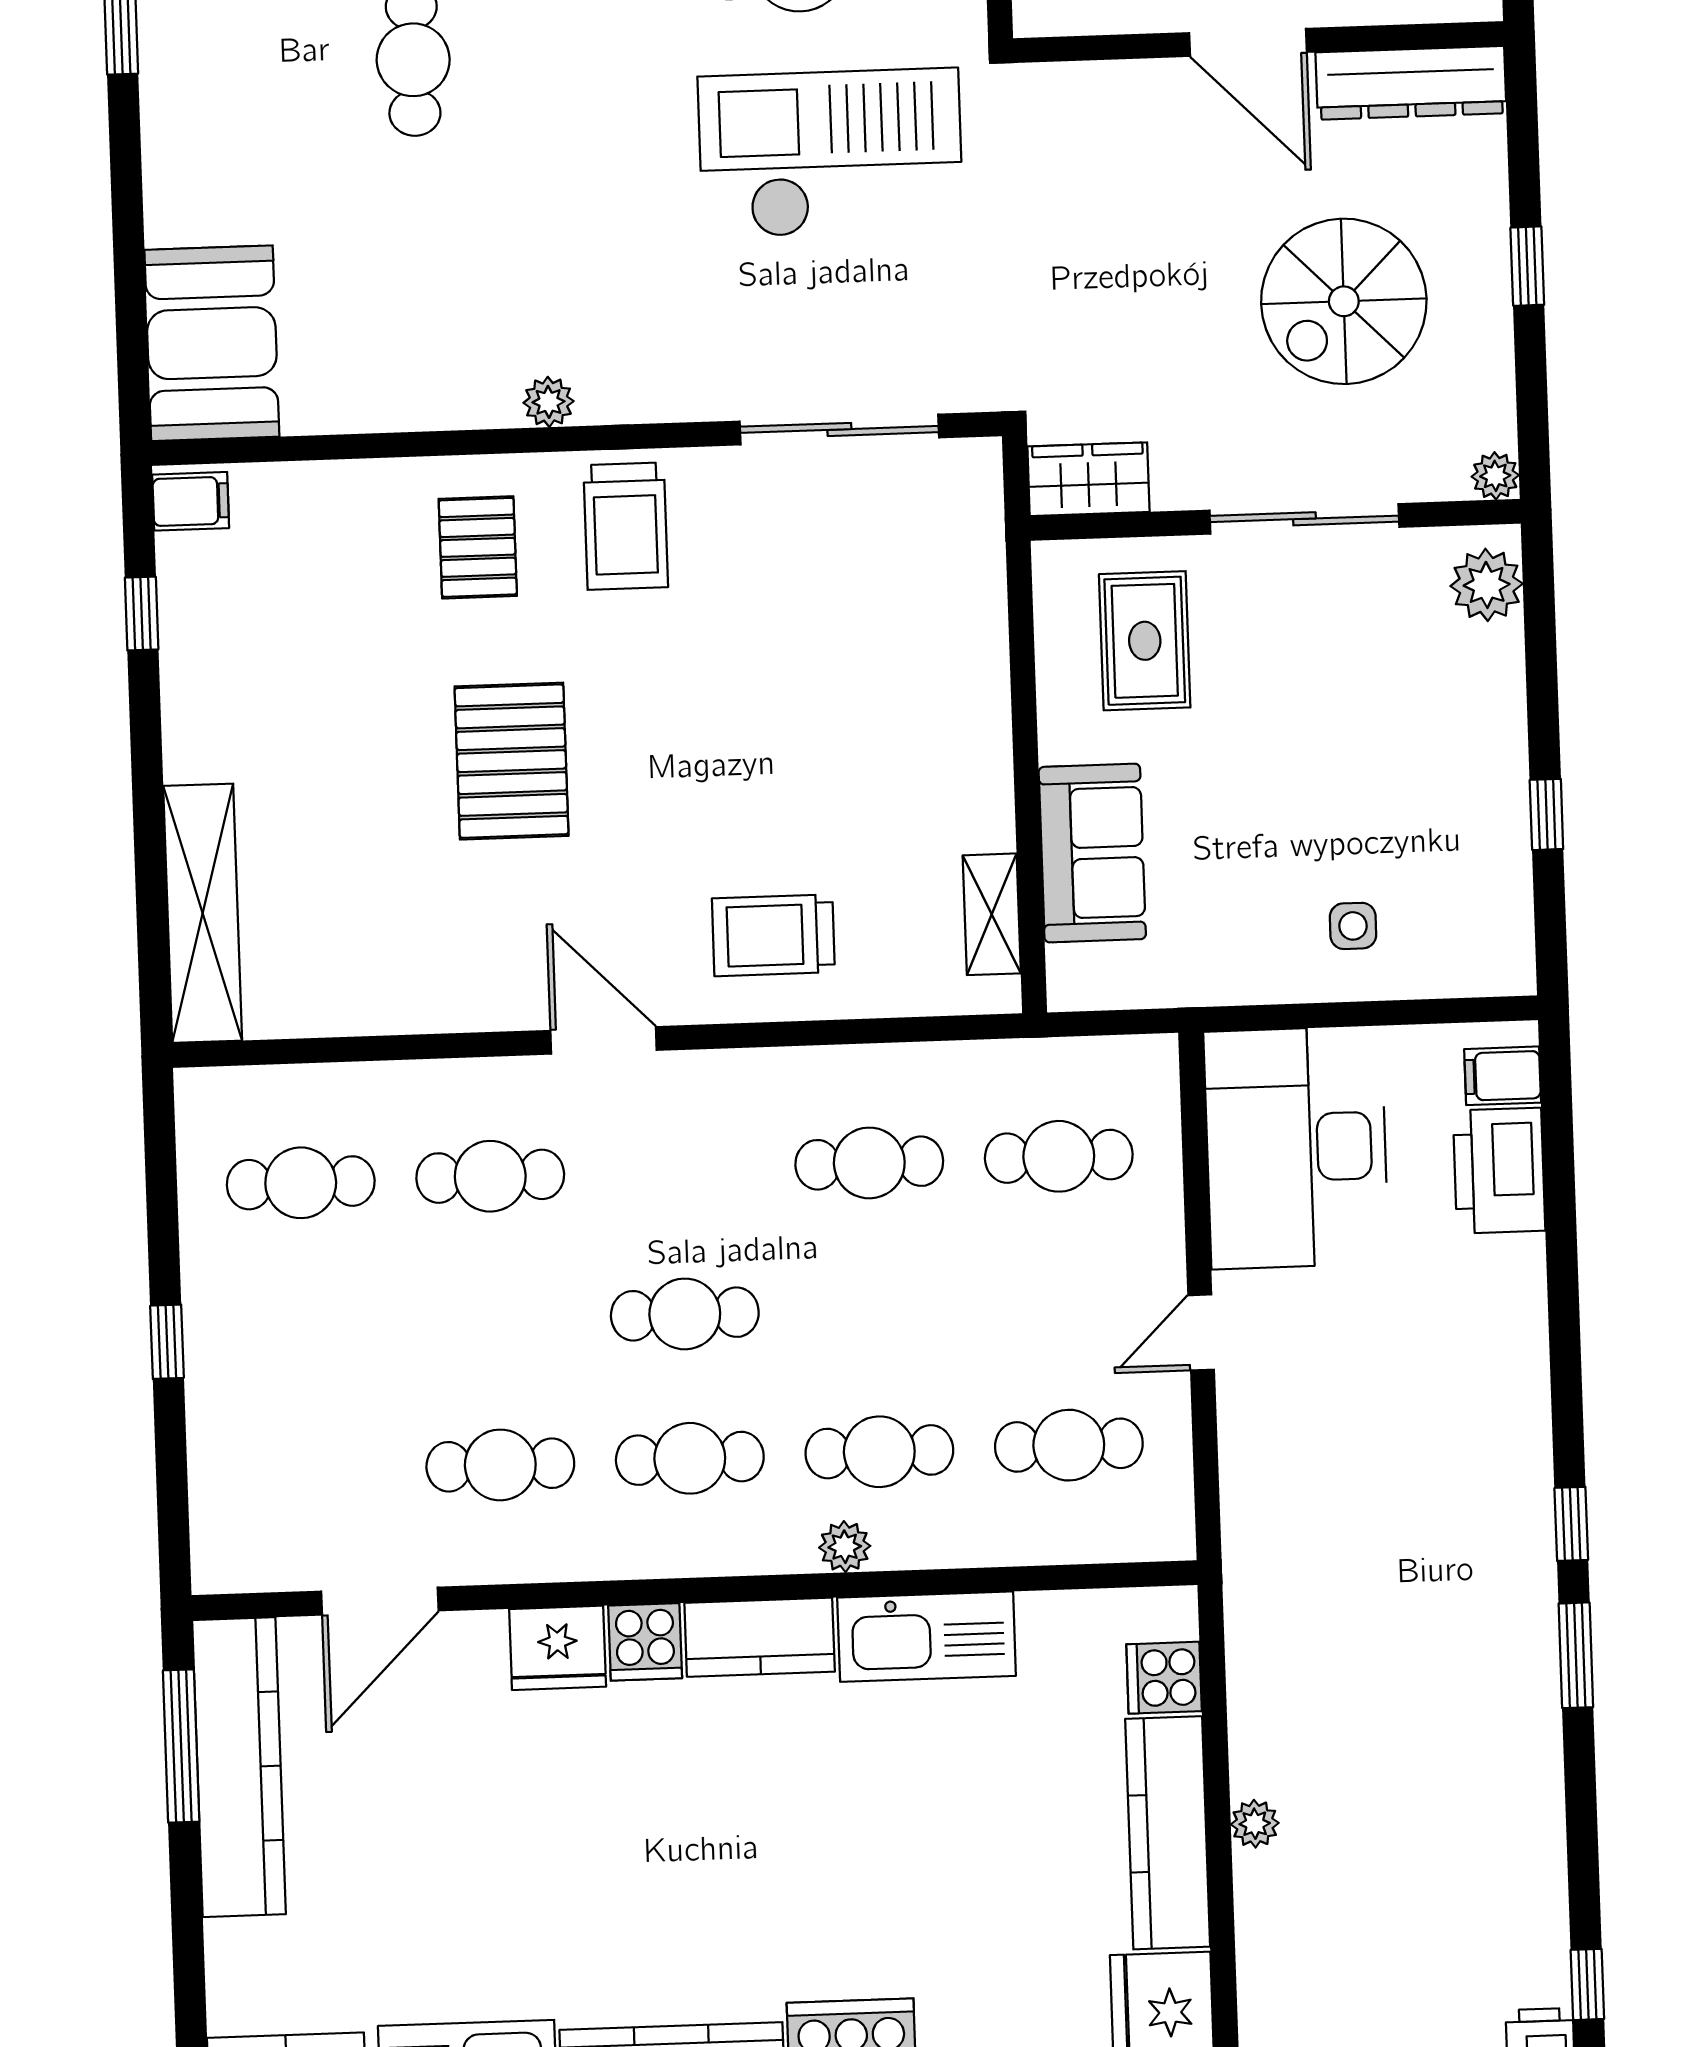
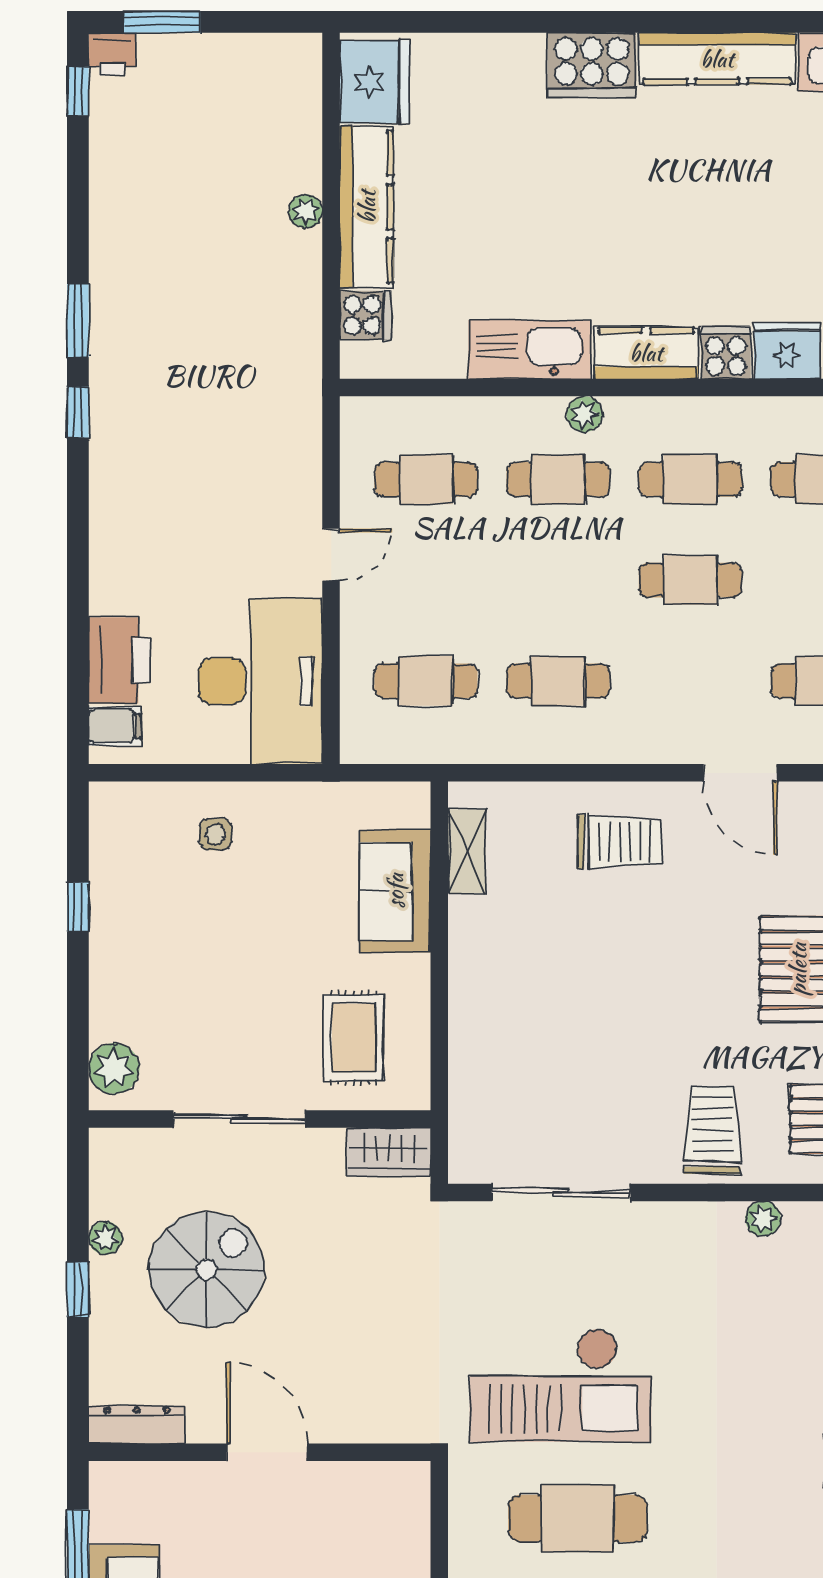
dresser: (1411, 83) -> (137, 1425), width x0.73, depth x0.80
plant: (1495, 476) -> (105, 1238), moved

